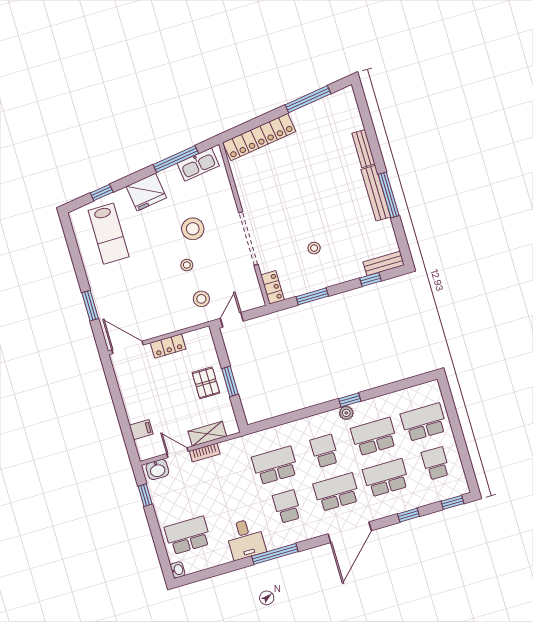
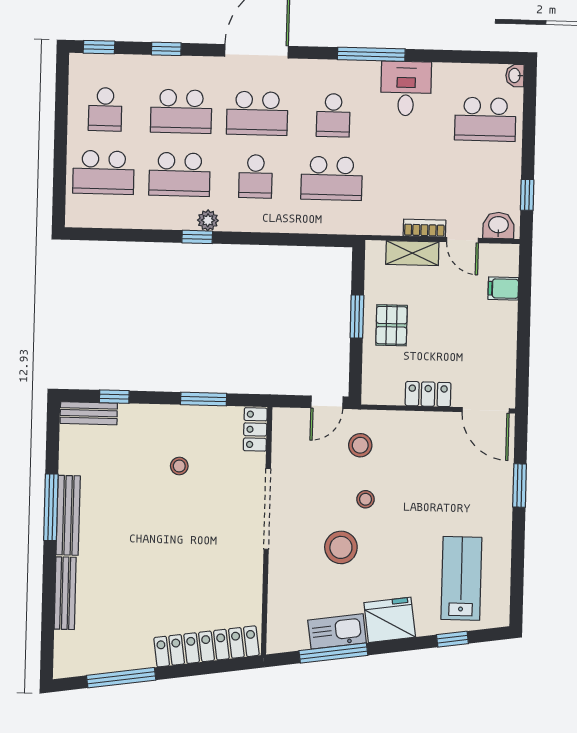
bench: (363, 149) -> (65, 593), width x1.36
kitchen sink: (198, 165) -> (337, 631), moved

